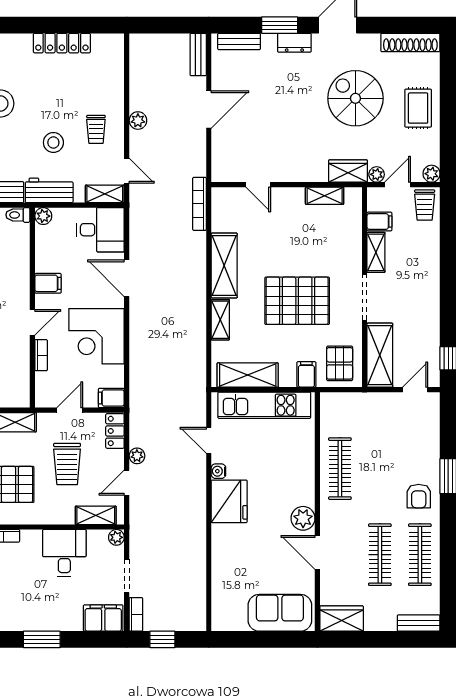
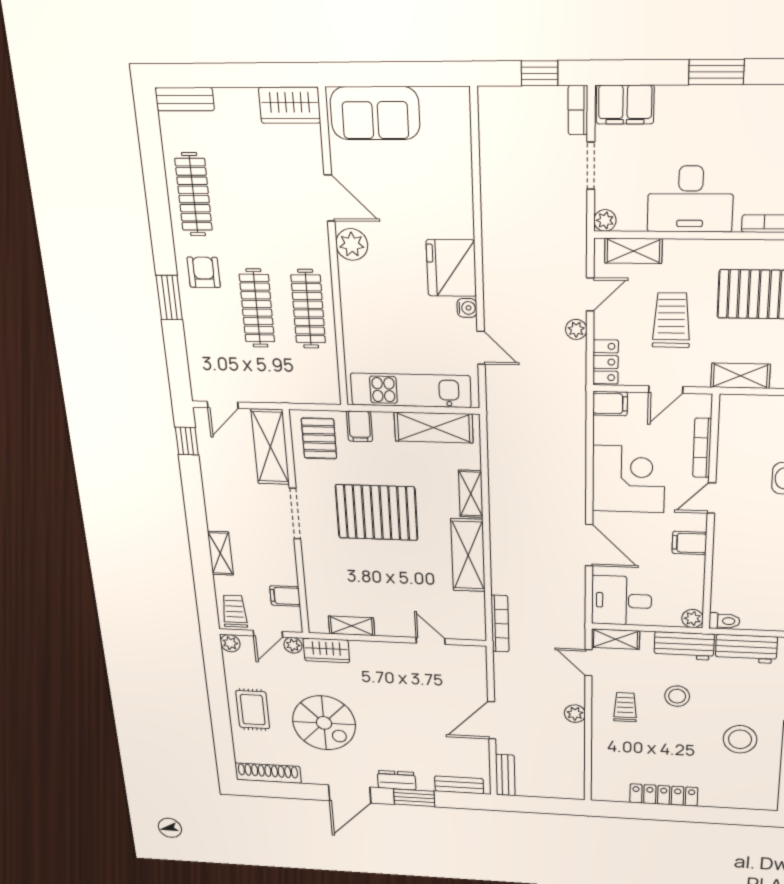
shelving: (376, 252) -> (220, 553), moved
bookcase: (41, 355) -> (702, 448), width x1.56
desk: (64, 553) -> (690, 199), width x1.37
clothes rail: (380, 555) -> (257, 308), moved

